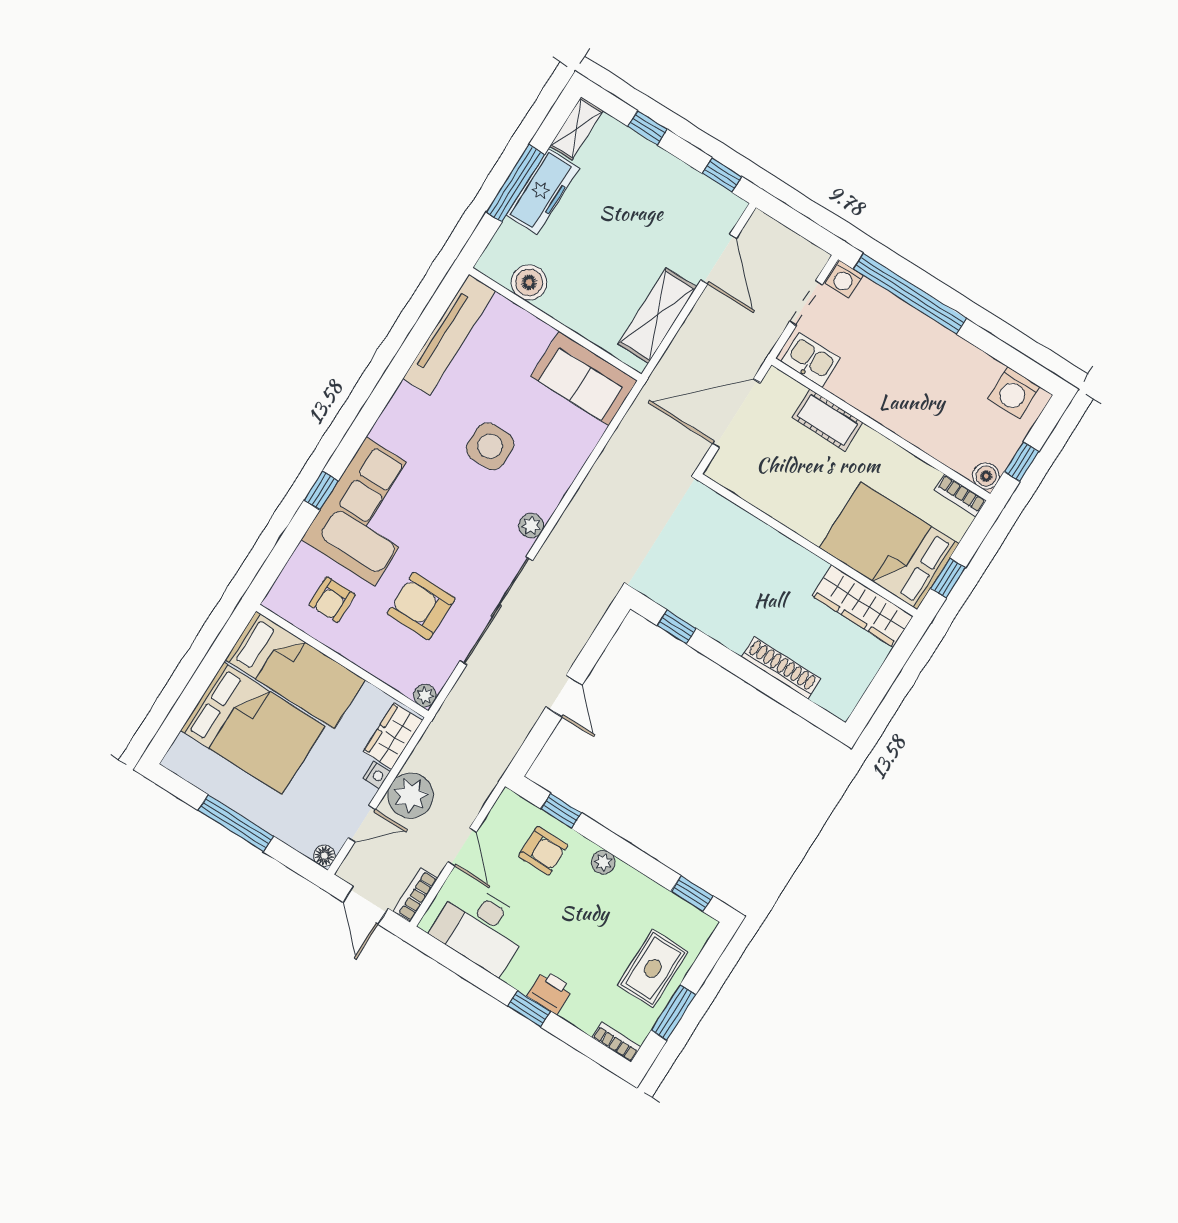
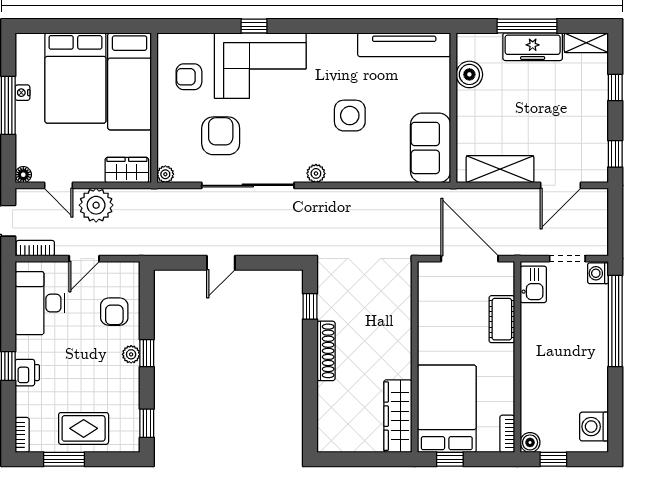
shoe rack: (781, 668) -> (326, 351), moved
nightstand: (377, 775) -> (22, 93), moved, turned 90
window: (561, 811) -> (147, 353), moved

